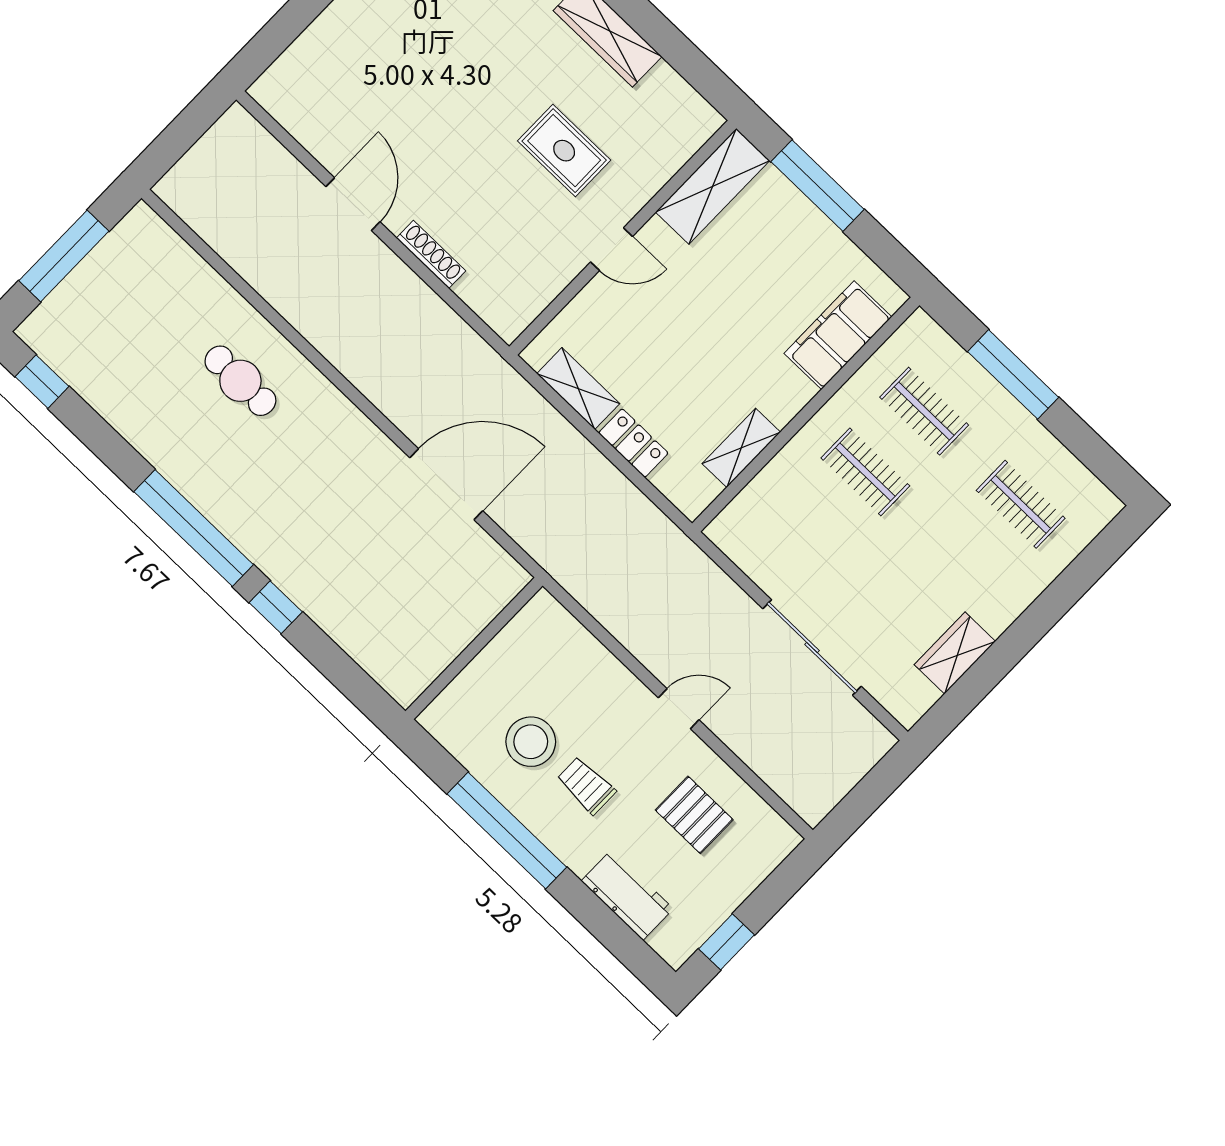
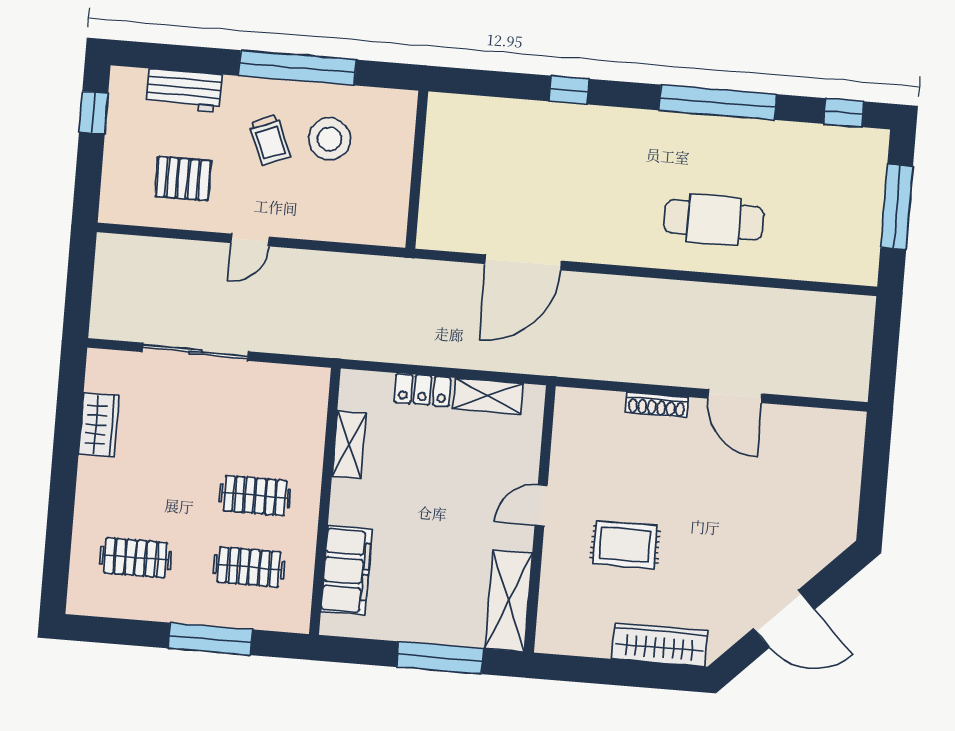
cafe table: (240, 381) -> (714, 220), width x1.37, depth x1.35
window: (194, 528) -> (718, 102), moved
trolley: (586, 785) -> (270, 140), turned 68

